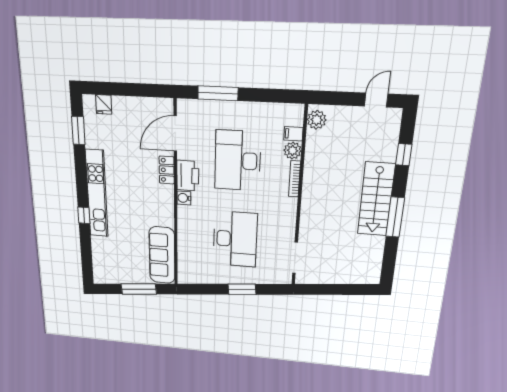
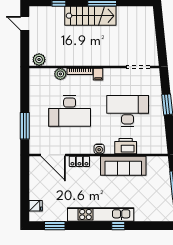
filing cabinet: (293, 134) -> (98, 74), moved
printer: (188, 176) -> (126, 146), moved
sofa: (162, 255) -> (123, 166), moved

